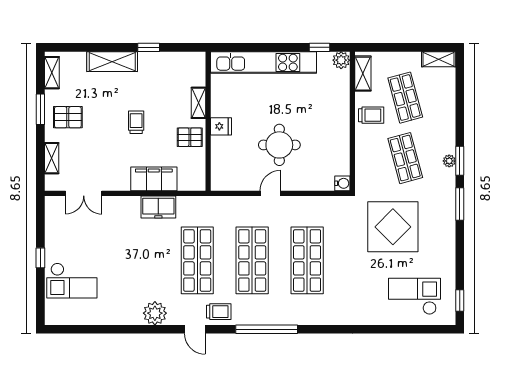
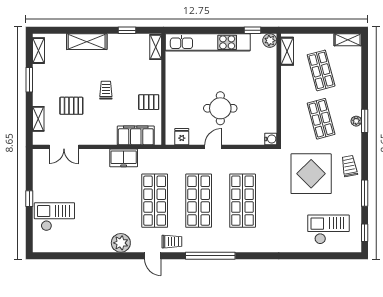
window: (149, 47) -> (127, 30), moved
shelving: (198, 103) -> (156, 47), moved
trolley: (371, 115) -> (349, 166), moved, turned -101
pallet: (68, 117) -> (71, 106), moved
fridge: (221, 126) -> (182, 137), moved, turned -90
filing cabinet: (154, 179) -> (136, 135), moved
window: (460, 204) -> (365, 193), moved
checkout: (72, 280) -> (54, 217), turned 180

